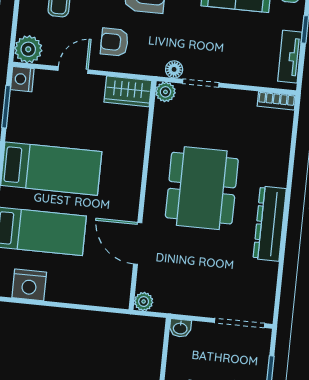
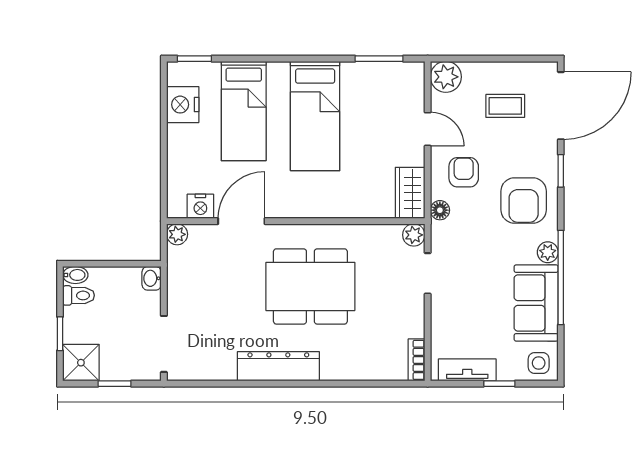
floor lamp: (174, 69) -> (440, 210), moved
nightstand: (22, 79) -> (200, 206), moved, turned 180

